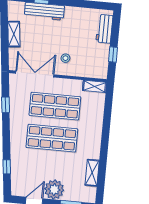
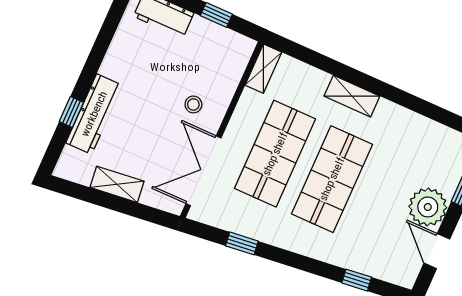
shelving: (92, 173) -> (352, 96), moved

